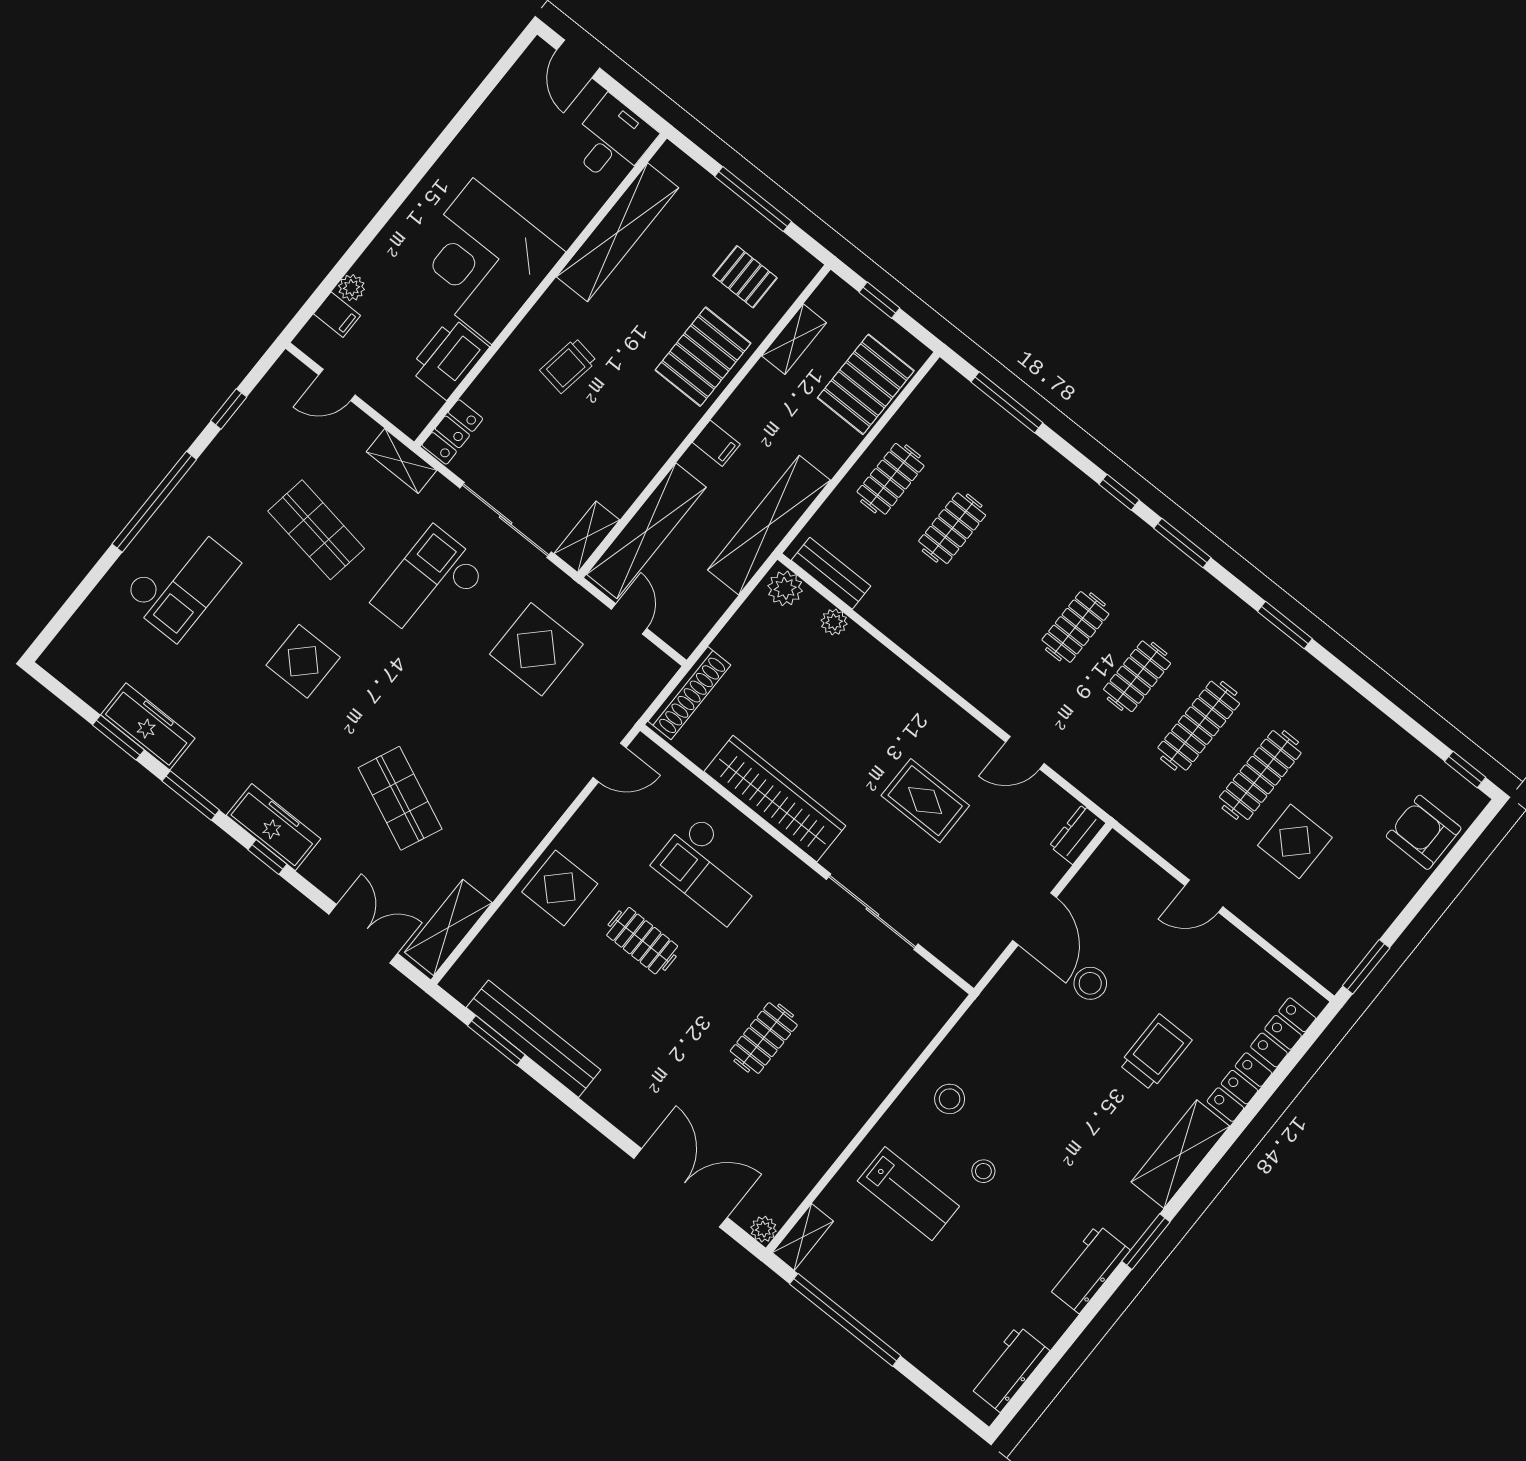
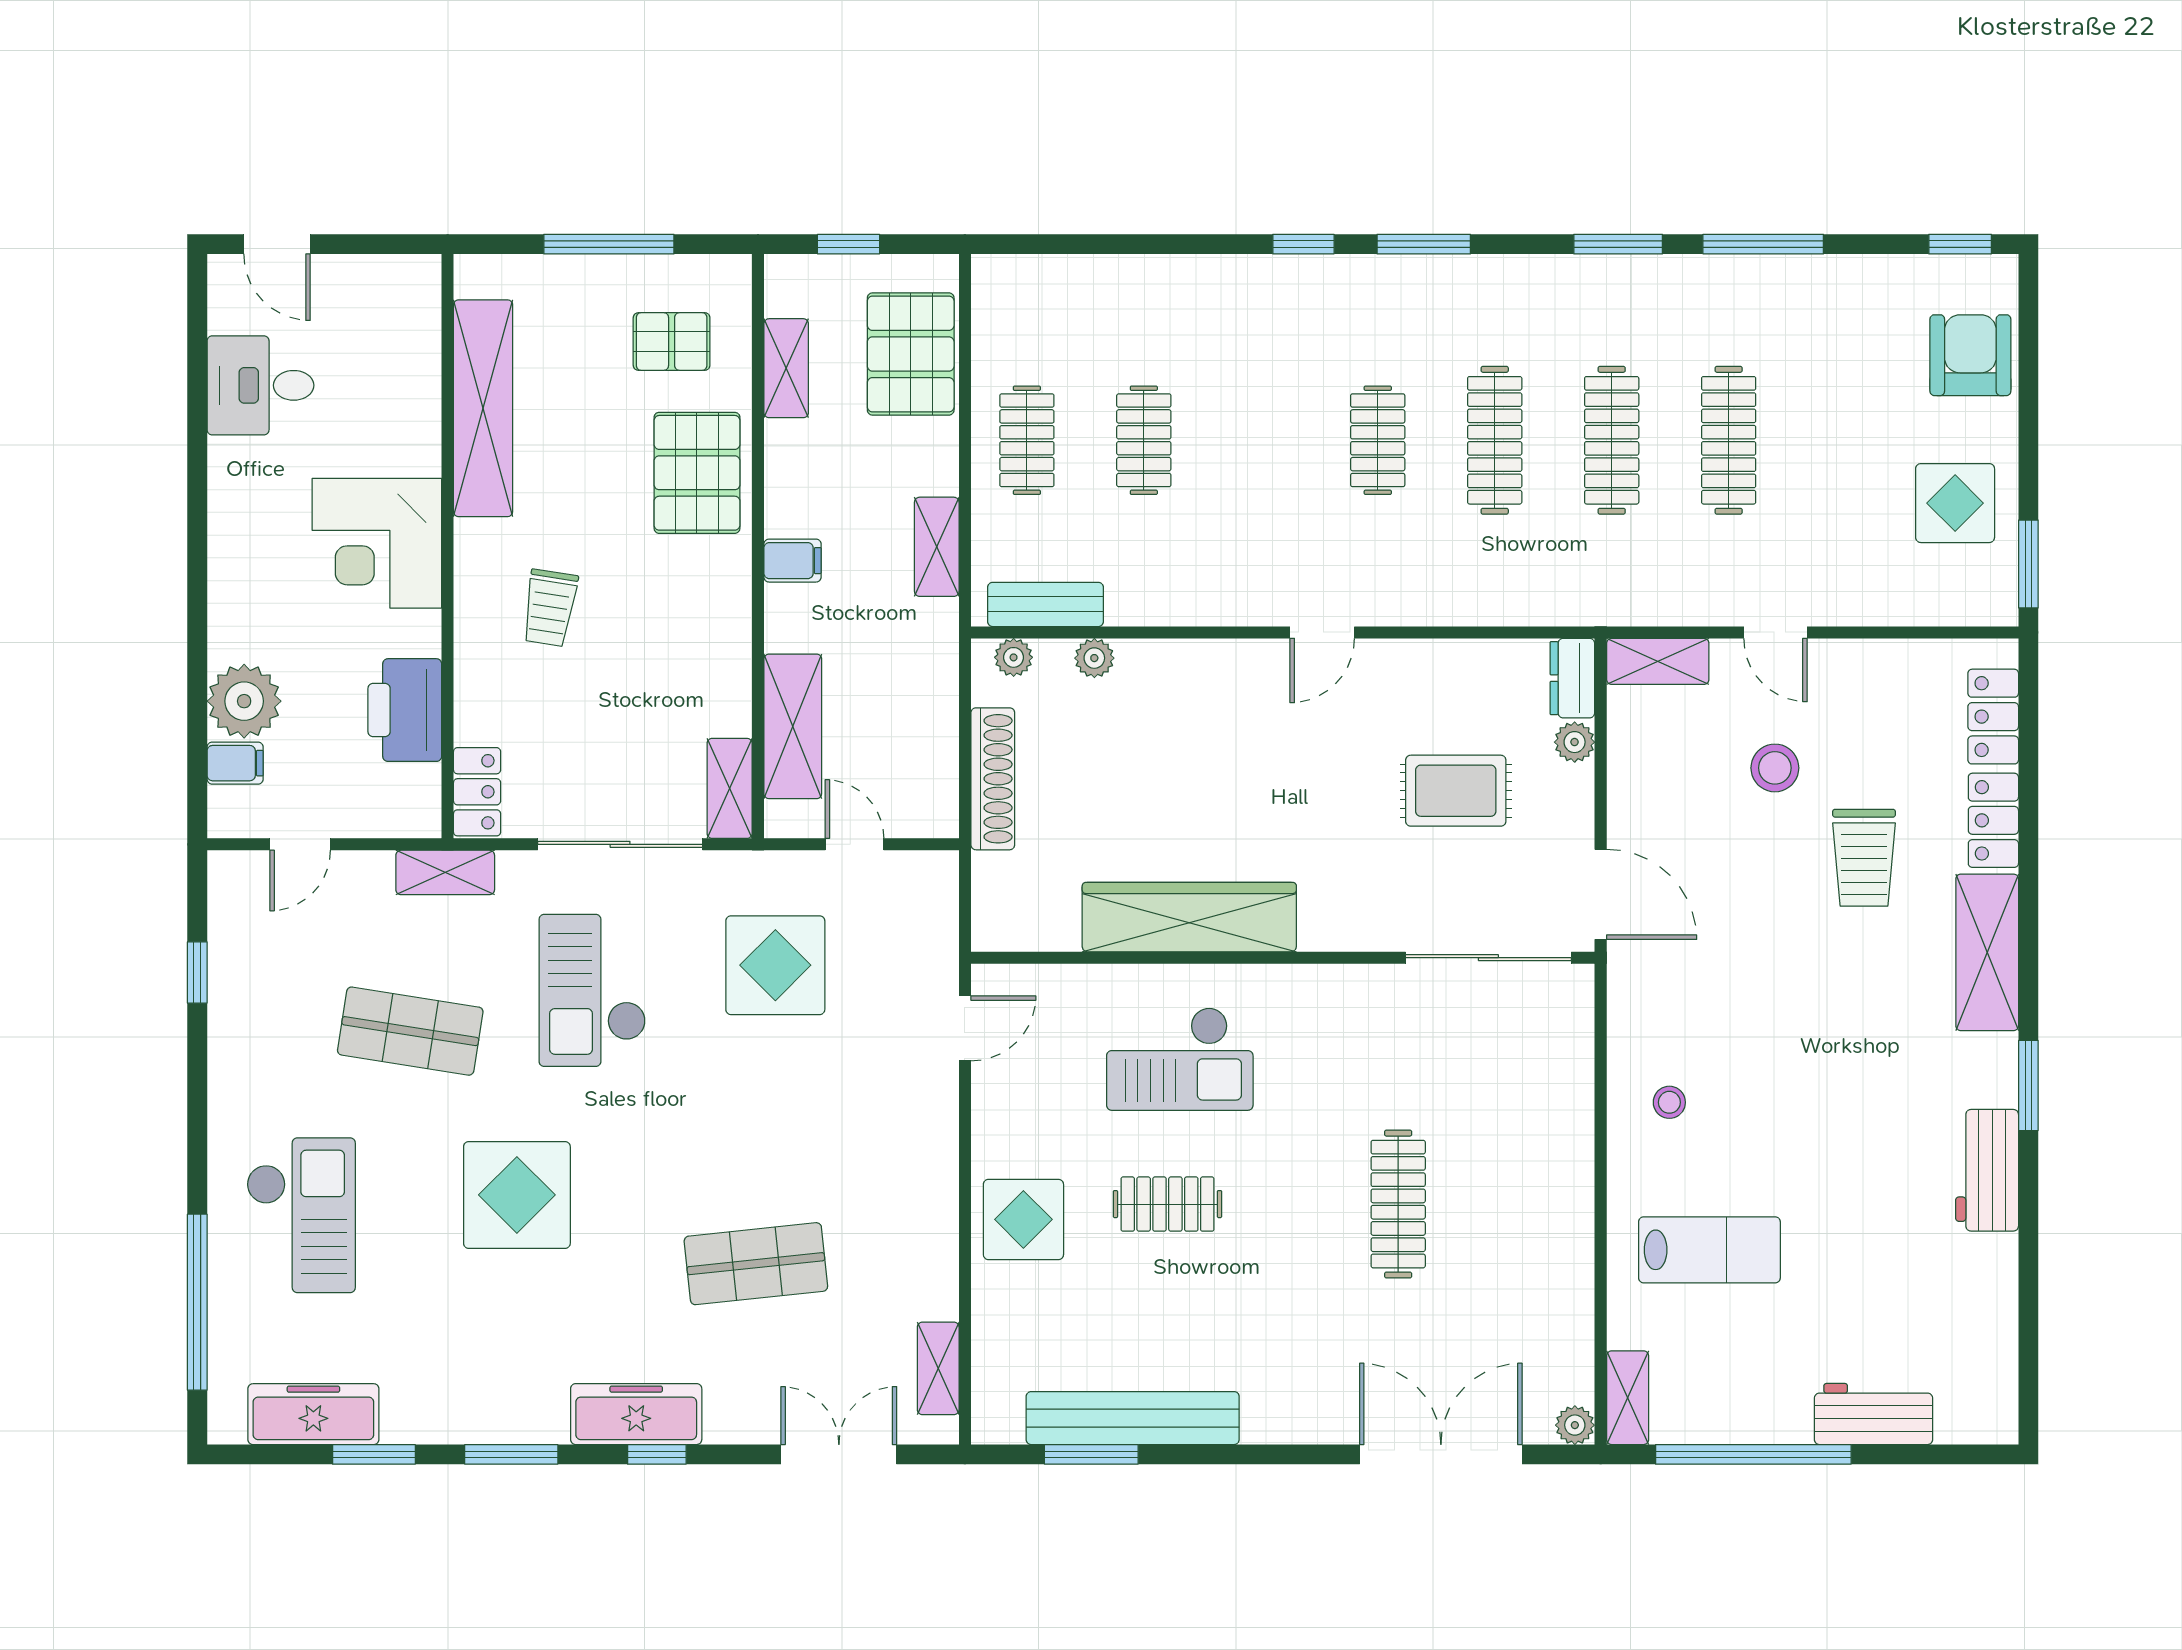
desk: (612, 141) -> (261, 385), moved, turned -90
corner desk: (482, 261) -> (377, 543), width x0.74, depth x0.74
plant: (351, 288) -> (244, 701), width x1.88, depth x1.88
window: (1007, 402) -> (1763, 244), moved
window: (154, 502) -> (197, 1302), moved
shelving: (769, 525) -> (937, 547), width x0.45, depth x0.75
shelving: (646, 531) -> (793, 726), width x0.68
plant: (785, 588) -> (1014, 657), width x0.73, depth x0.73
display table: (303, 661) -> (517, 1195), width x1.36, depth x1.36
clothes rail: (1137, 676) -> (1495, 440), width x1.36
shoe rack: (689, 693) -> (993, 779), moved
freezer: (148, 726) -> (313, 1414), moved
door: (1025, 753) -> (1322, 632), moved
shop shelf: (400, 798) -> (756, 1264), turned -30
rug: (925, 801) -> (1456, 791), moved
armchair: (1424, 832) -> (1970, 355), turned 90
display table: (1295, 841) -> (1955, 503), moved
shelving: (1130, 862) -> (1658, 661), added
plant: (1052, 869) -> (1575, 742), added
door: (1204, 896) -> (1775, 632), hinge flipped
sliding door: (872, 912) -> (1488, 958), moved
door: (1034, 919) -> (1601, 894), moved
shelving: (448, 928) -> (938, 1368), width x0.67, depth x0.75
stool: (1090, 983) -> (1775, 768), moved
clothes rail: (764, 1038) -> (1398, 1204), width x1.36
trolley: (1155, 1052) -> (1864, 858), turned 180
stool: (950, 1099) -> (1669, 1102), width x0.73, depth x0.73
stool: (983, 1171) -> (1775, 1154), removed
workbench: (1009, 1369) -> (1874, 1414), moved, turned 90

